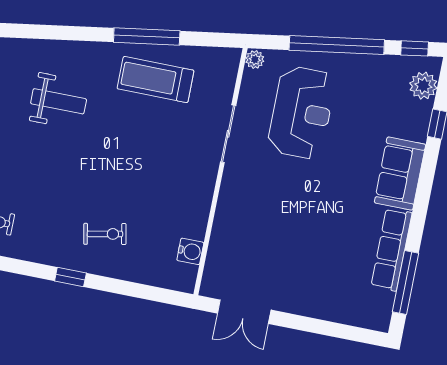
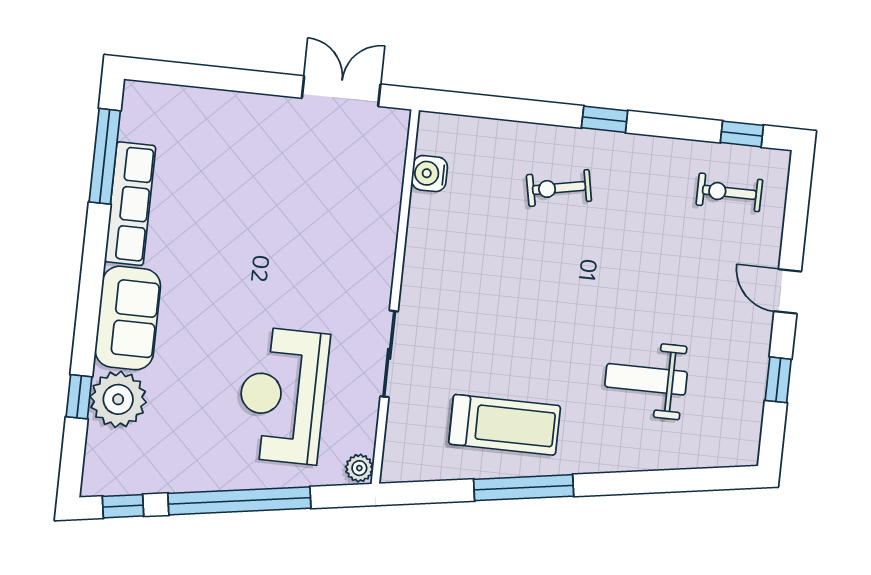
plant: (423, 86) -> (118, 399), moved, width x1.36, depth x1.36

